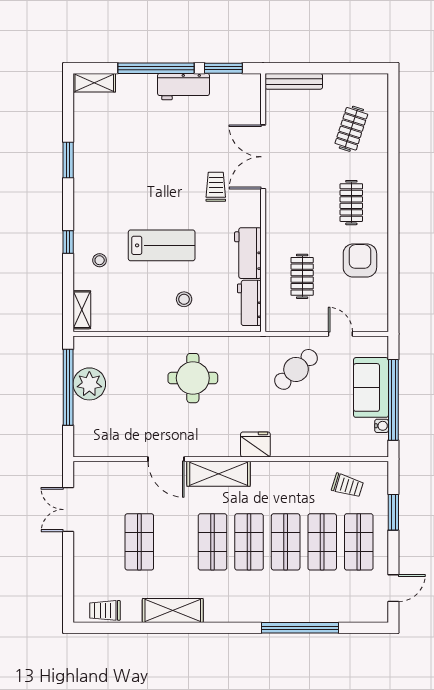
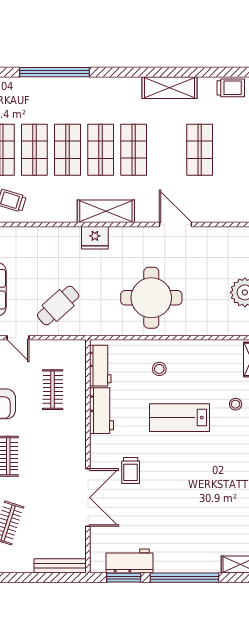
workbench: (184, 87) -> (130, 561), moved
round table: (193, 378) -> (151, 298), width x1.36, depth x1.36
shelving: (219, 474) -> (106, 211), moved

